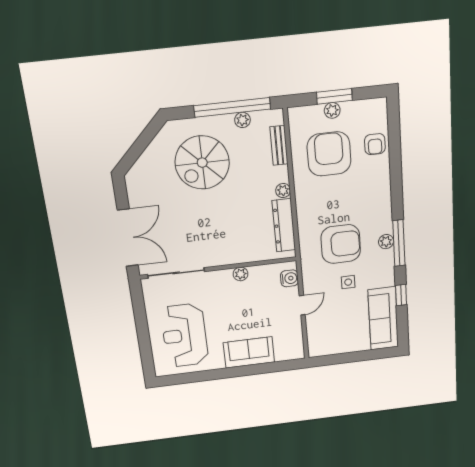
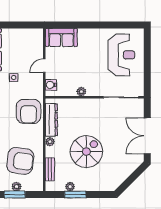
window: (232, 107) -> (75, 195), width x0.47
armchair: (329, 154) -> (20, 161), turned -82
spiral stairs: (202, 163) -> (86, 152), moved
double door: (128, 238) -> (147, 136), moved
armchair: (341, 244) -> (29, 111), moved, turned -90
sofa: (249, 352) -> (61, 37), moved

